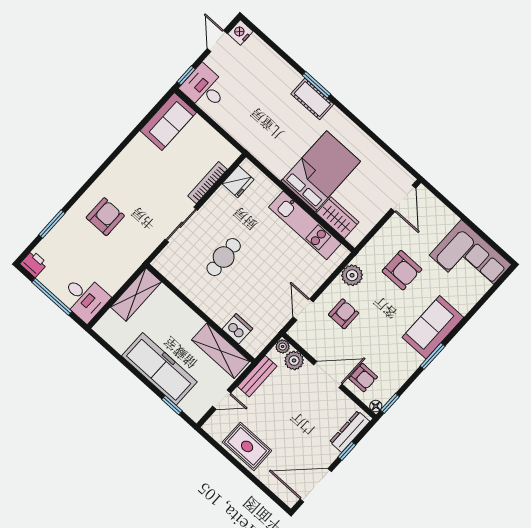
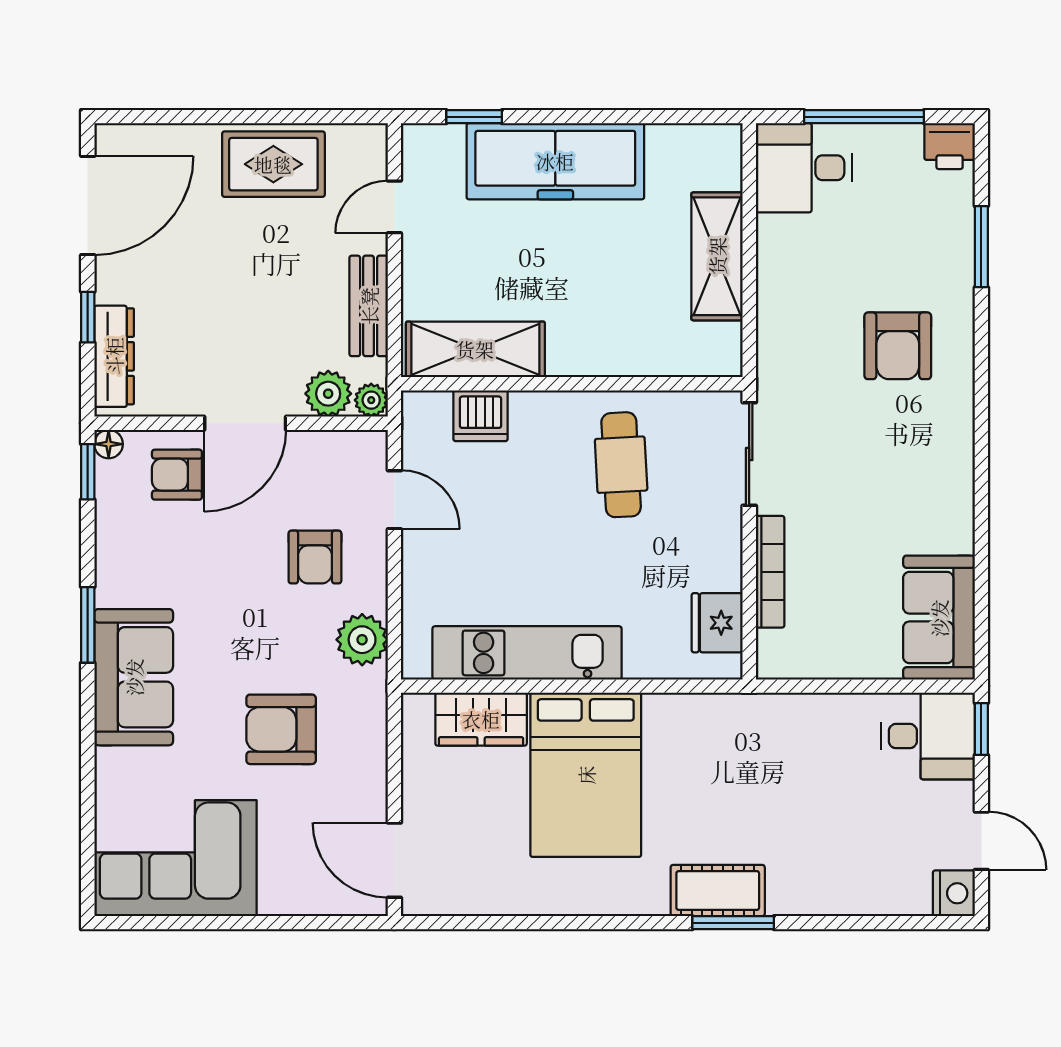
wall: (200, 313) -> (572, 384), moved
dishwasher: (237, 329) -> (481, 416), moved
shelving: (221, 351) -> (475, 349), moved

